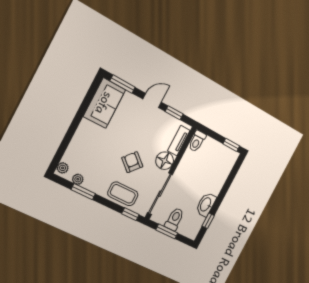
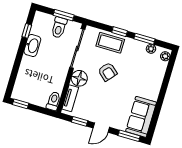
window: (130, 214) -> (120, 32), moved

